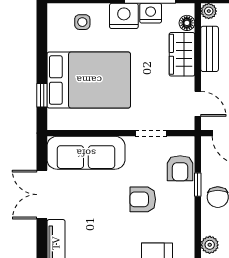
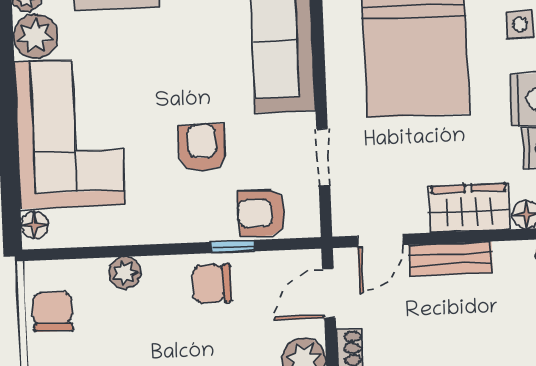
bench: (210, 49) -> (451, 259), moved

